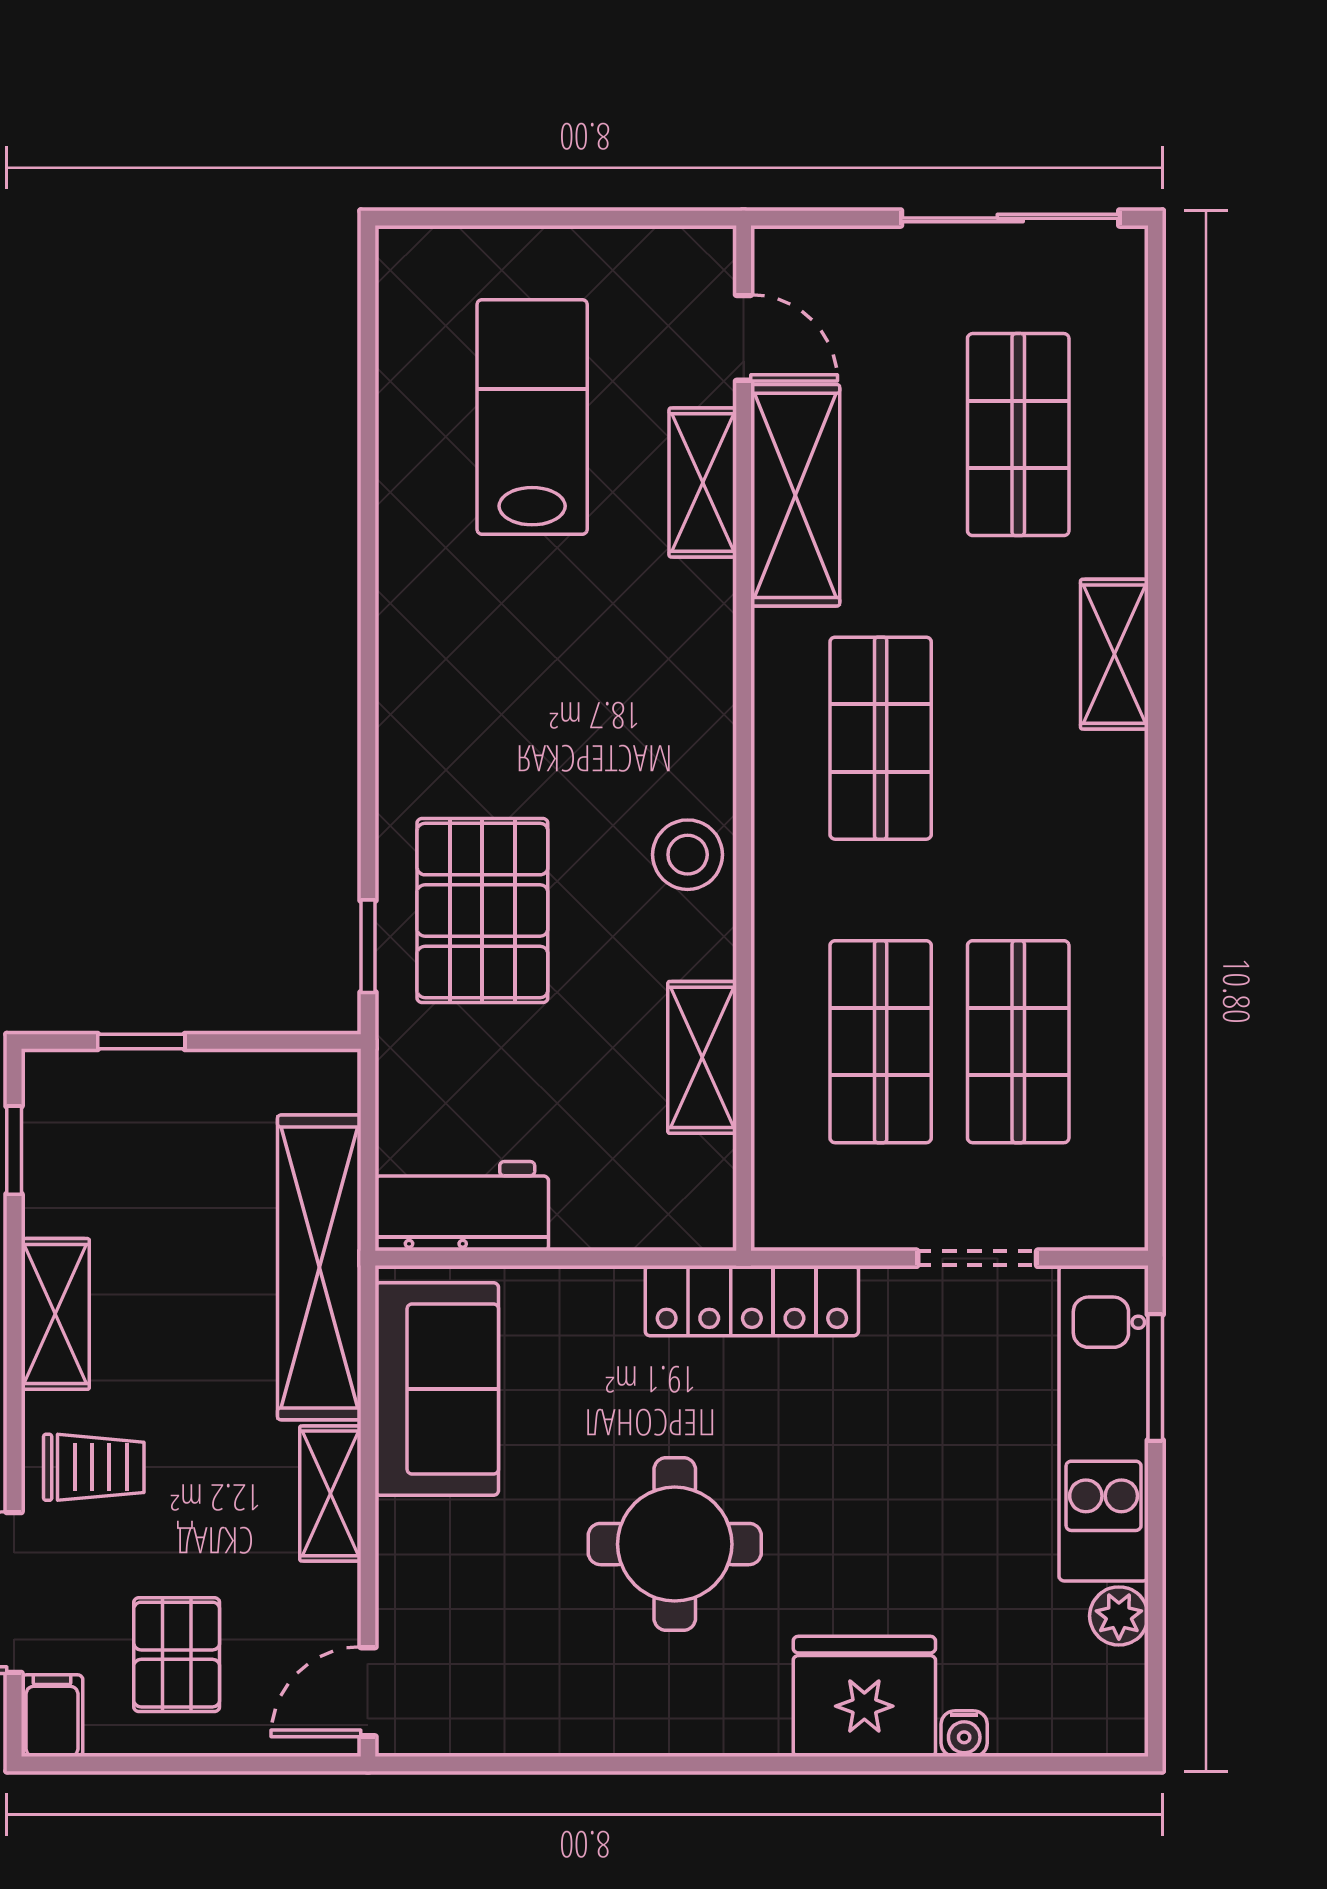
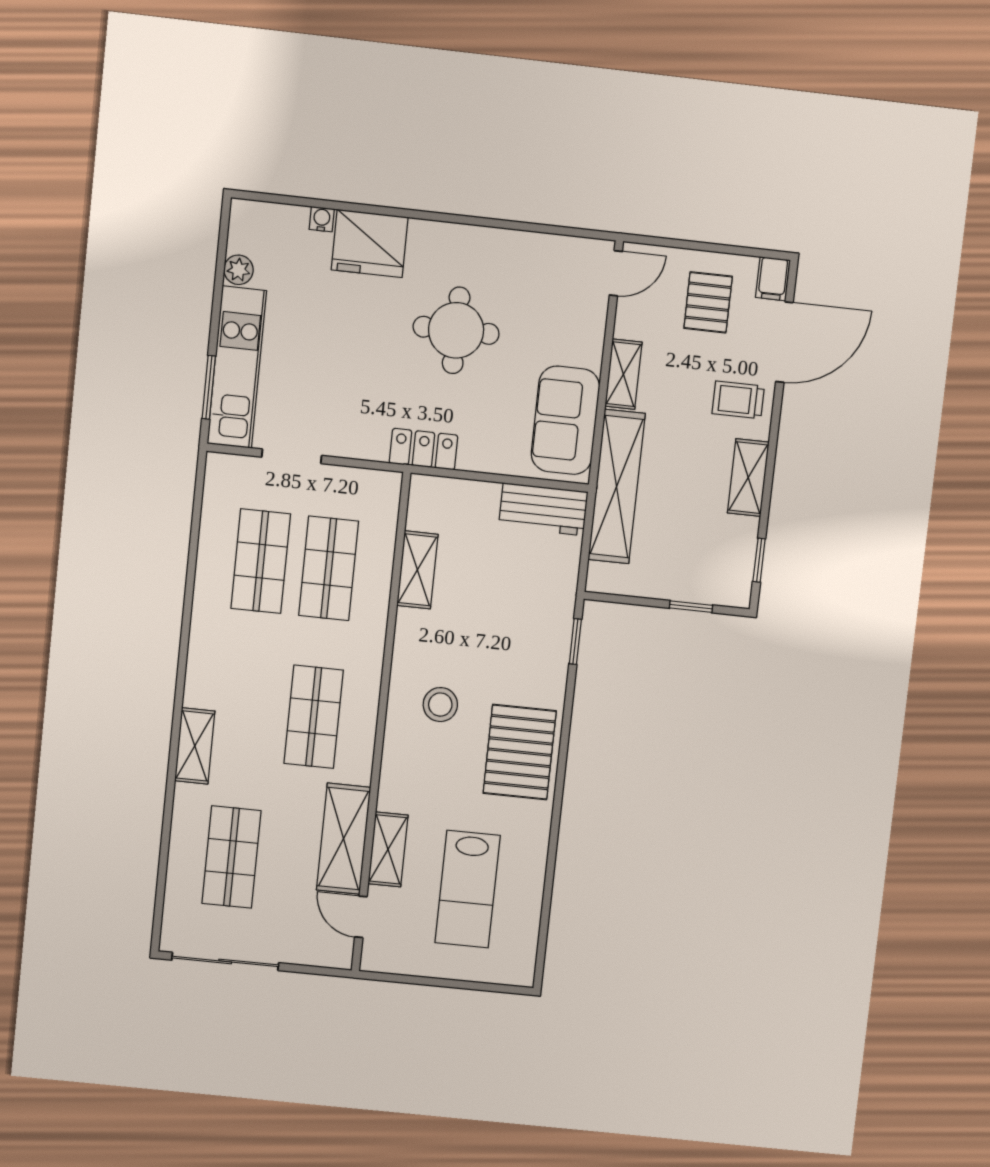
stool: (688, 855) -> (440, 705), moved
pallet: (482, 911) -> (520, 752), moved
locker: (752, 1301) -> (423, 449), width x0.66

